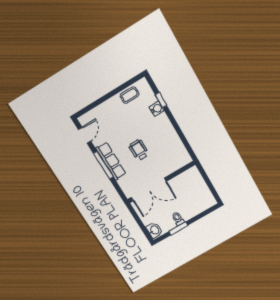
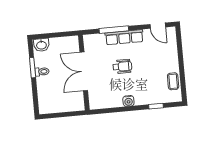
water cooler: (157, 109) -> (128, 101), moved
window: (103, 165) -> (114, 30), moved
double door: (149, 189) -> (84, 71), moved

